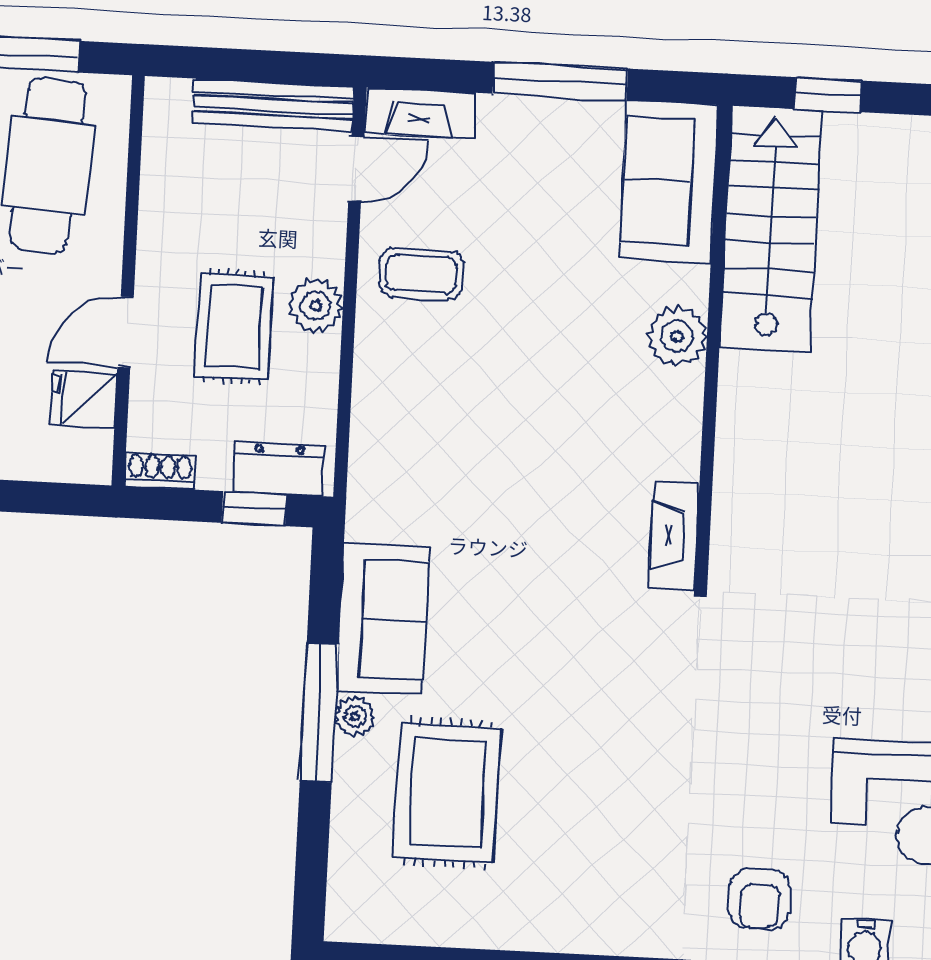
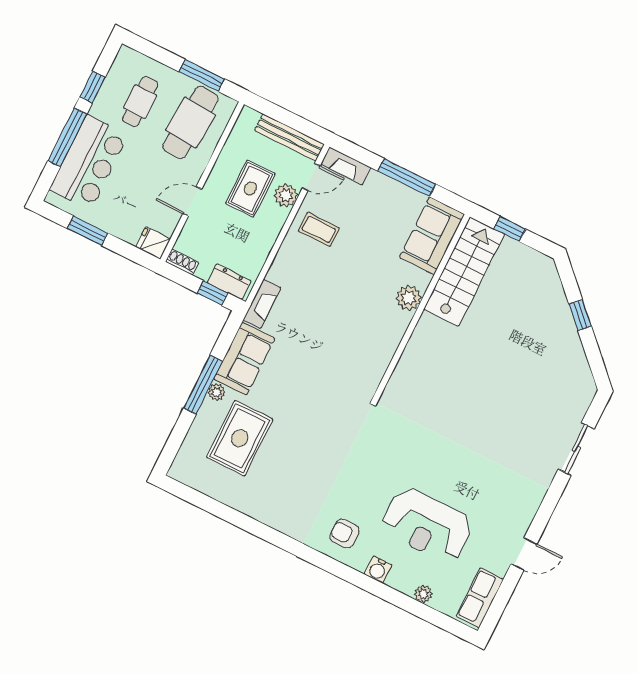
plant: (316, 306) -> (286, 195), moved
rug: (234, 326) -> (250, 189), moved
fridge: (84, 399) -> (153, 243), moved
fireplace: (674, 535) -> (262, 304), moved, turned 180
armchair: (760, 899) -> (344, 534), turned 90

